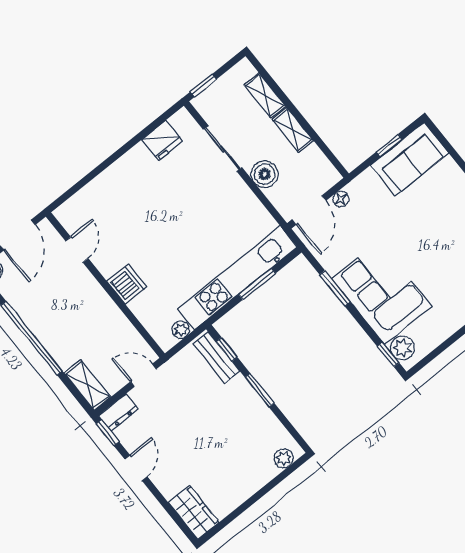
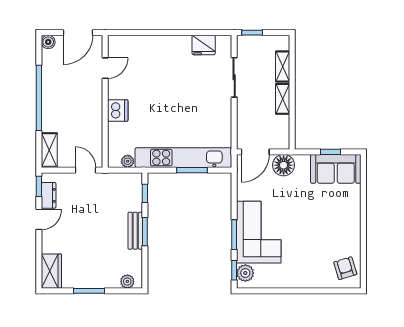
boiler: (265, 174) -> (246, 111), removed
floor lamp: (341, 199) -> (284, 165), width x1.89, depth x1.89
window: (335, 288) -> (234, 235), moved
bench: (217, 358) -> (135, 231), moved
dresser: (119, 412) -> (49, 195), moved, turned -90
window: (251, 501) -> (89, 291), added

